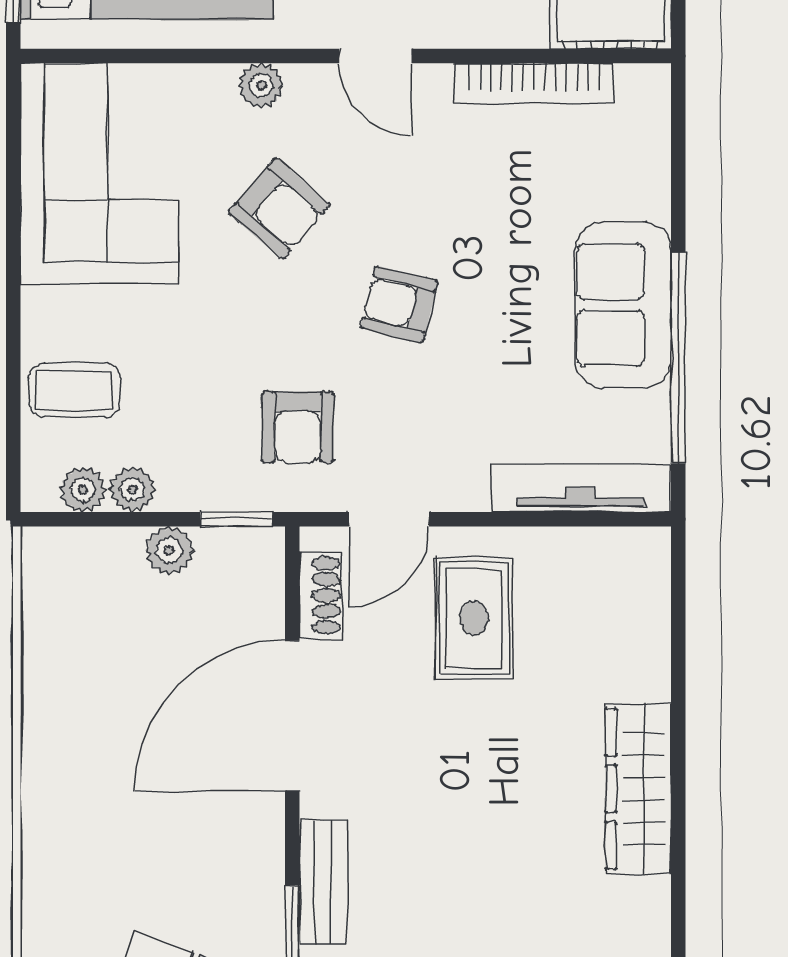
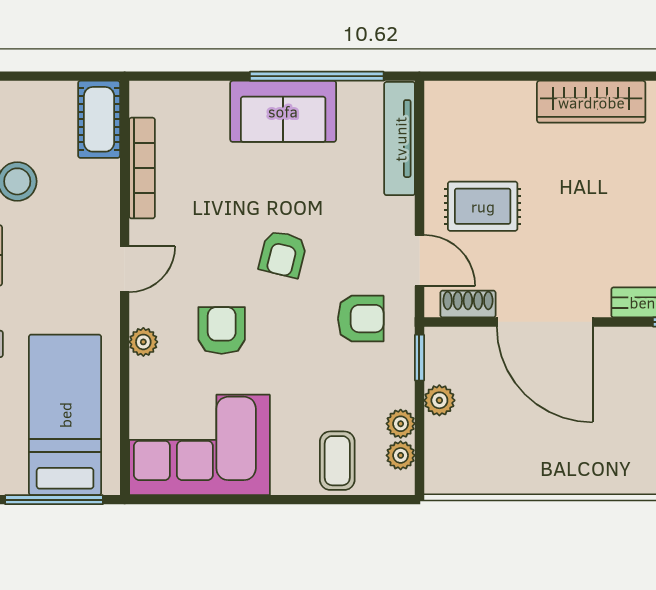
armchair: (279, 208) -> (222, 330), turned -41

